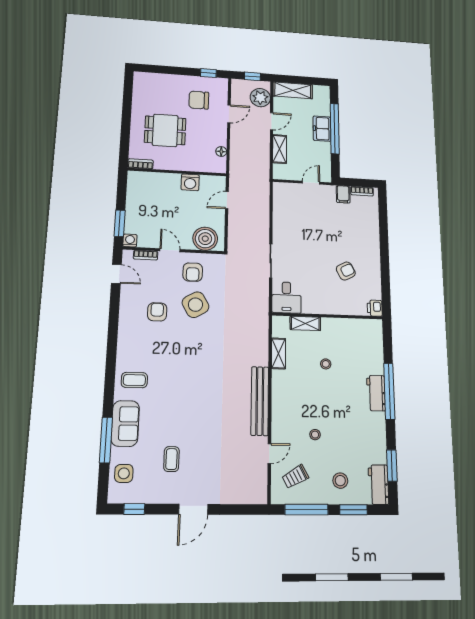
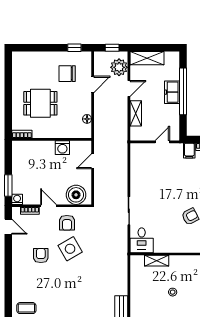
shelving: (278, 353) -> (135, 285), removed

